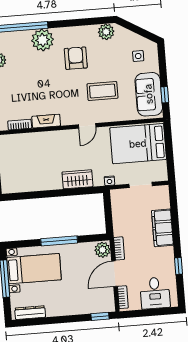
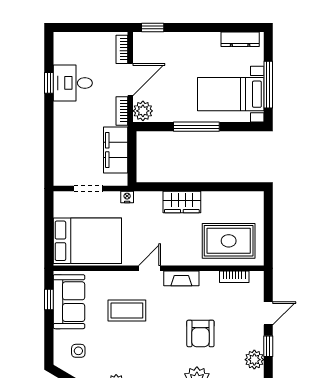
armchair: (76, 58) -> (200, 333), moved
fireplace: (46, 121) -> (181, 278), moved
rug: (26, 153) -> (229, 241), added
wardrobe: (77, 179) -> (182, 202), moved
filing cabinet: (162, 228) -> (116, 150), moved, turned 180
desk: (155, 293) -> (73, 83), moved, turned -90

